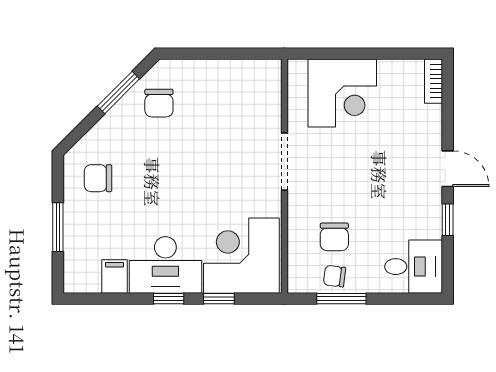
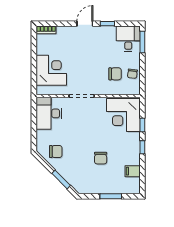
window: (118, 93) -> (61, 179), moved
chair: (98, 178) -> (101, 158), moved
desk: (165, 265) -> (49, 113), moved, turned 180
window: (341, 299) -> (142, 42), moved

